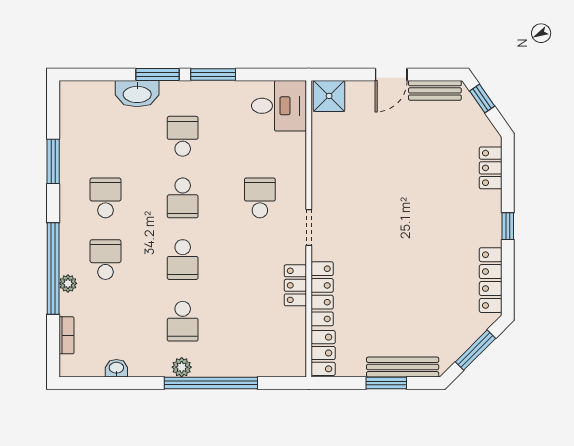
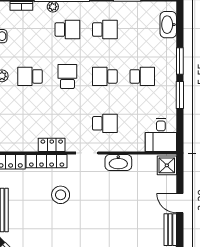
washbasin: (137, 94) -> (168, 25), moved
washbasin: (324, 176) -> (118, 163), added
school desk: (183, 260) -> (67, 76), turned 90
stool: (377, 271) -> (61, 195), added

